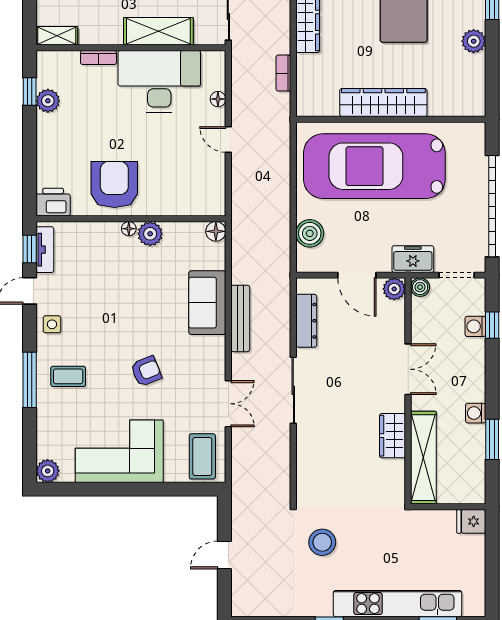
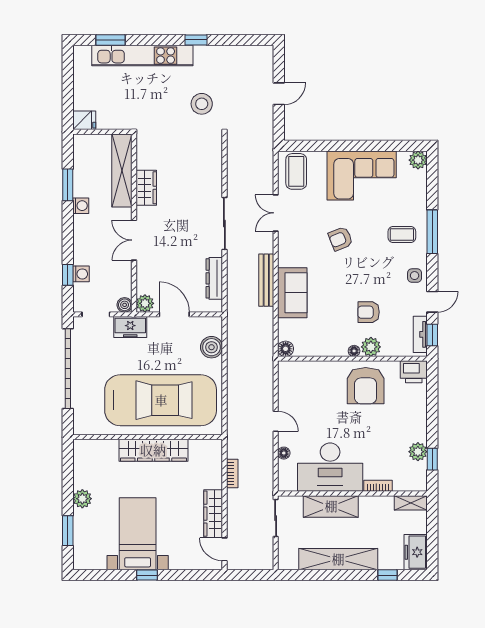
plant: (150, 234) -> (371, 347), moved
armchair: (110, 278) -> (369, 312), added

